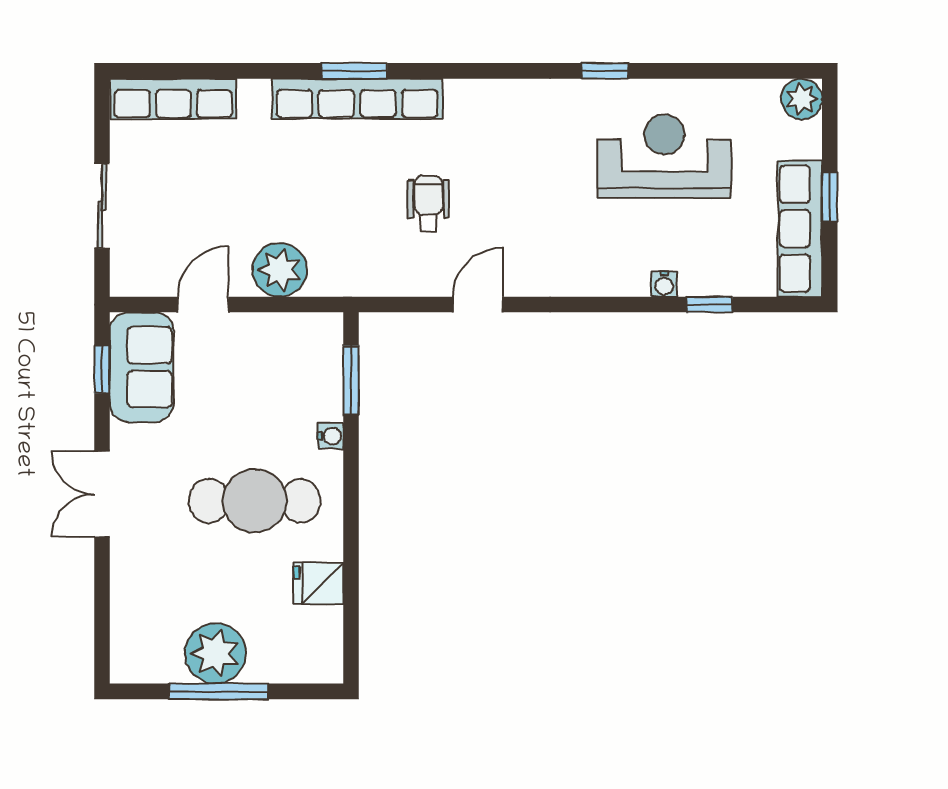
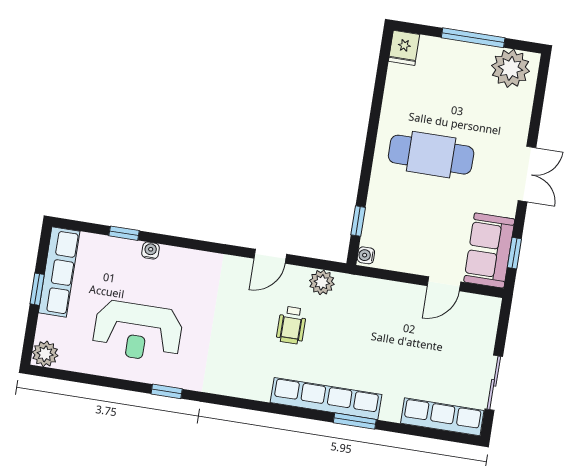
window: (354, 71) -> (355, 421), moved
sliding door: (102, 206) -> (494, 383), moved
plant: (280, 270) -> (322, 282), moved, width x0.73, depth x0.73
window: (351, 380) -> (358, 221), width x0.67
water cooler: (331, 436) -> (366, 255), moved
fridge: (318, 583) -> (404, 48), moved, turned 90
plant: (215, 653) -> (511, 68), moved

